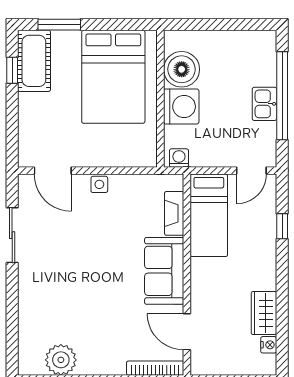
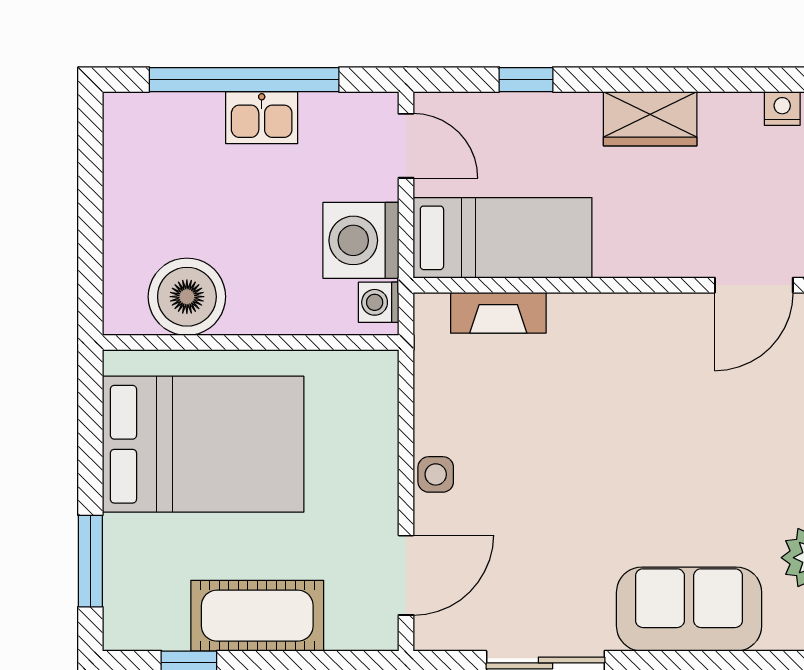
cot: (34, 61) -> (257, 616), moved
washing machine: (181, 107) -> (361, 240), moved, turned -90
sofa: (164, 271) -> (689, 609), moved, turned 180
wardrobe: (264, 313) -> (650, 119), moved

